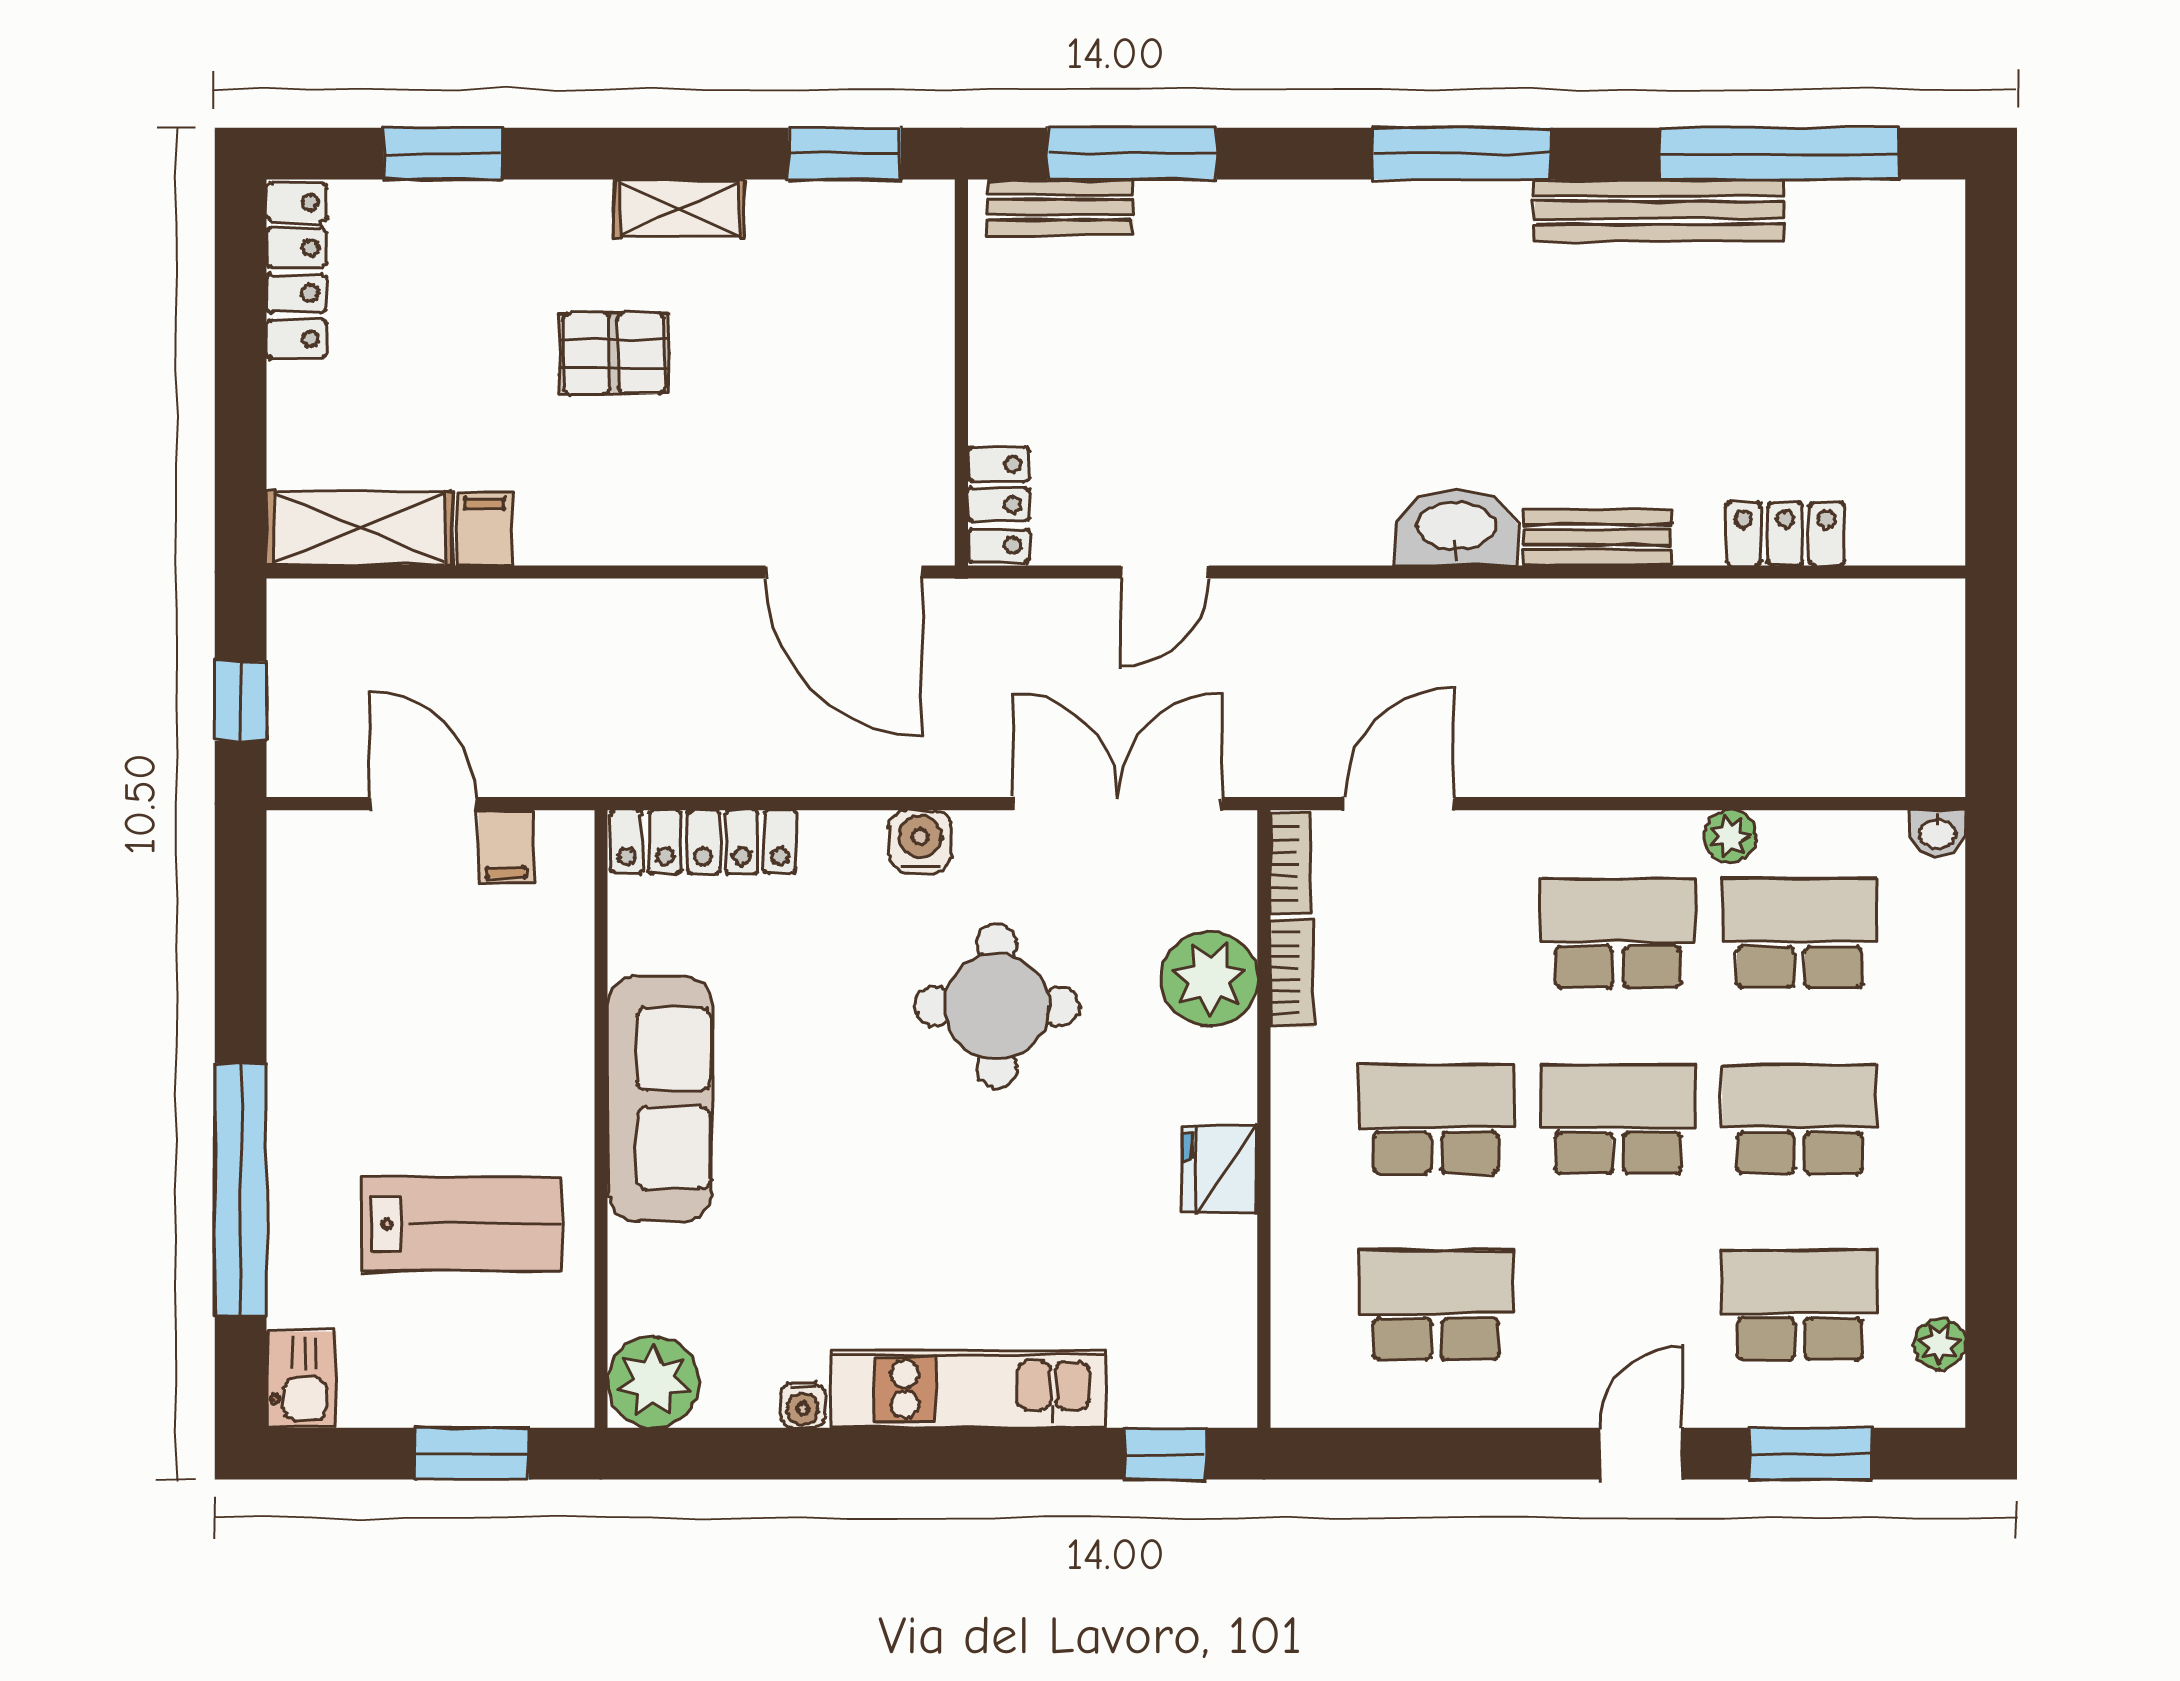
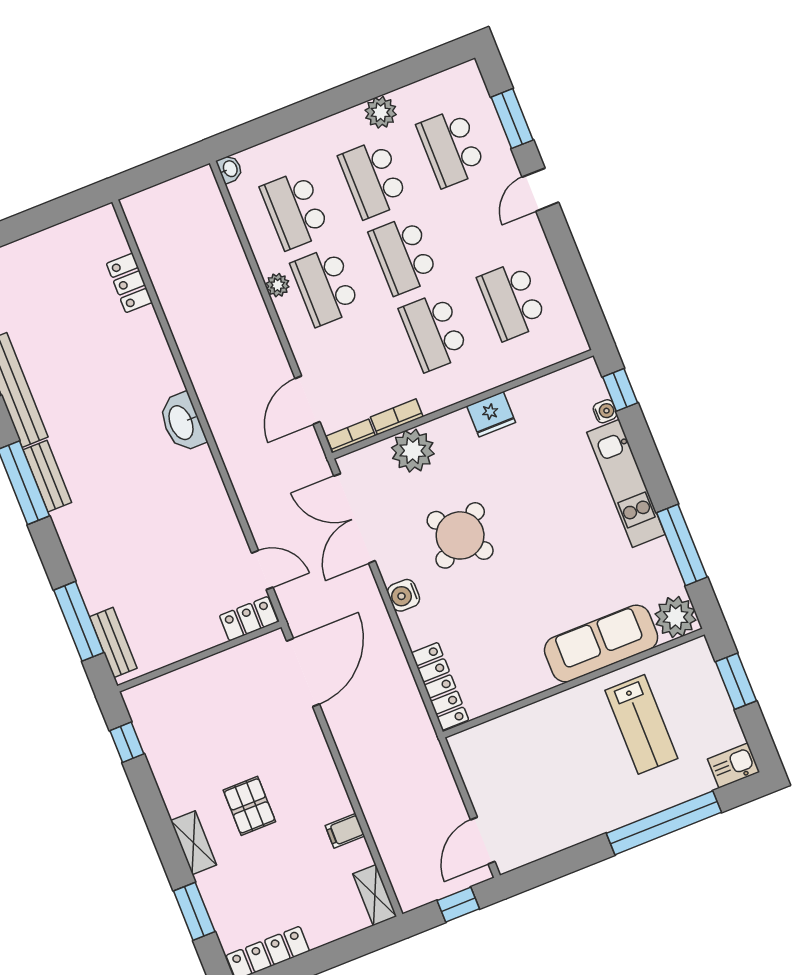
window: (844, 154) -> (127, 742), width x0.67
shelving: (680, 209) -> (194, 843), moved
shelving: (359, 528) -> (375, 895), width x0.67, depth x0.75
bench: (1597, 537) -> (47, 476), moved
door: (1165, 572) -> (262, 570), moved
door: (423, 804) -> (483, 841), moved
door: (1399, 804) -> (307, 400), hinge flipped
plant: (1730, 836) -> (278, 285), moved
filing cabinet: (506, 847) -> (475, 769), removed
round table: (997, 1006) -> (460, 535), turned -36
sofa: (660, 1098) -> (601, 644), moved
lab bench: (461, 1224) -> (641, 724), turned 180
plant: (1940, 1344) -> (381, 112), moved, width x1.38, depth x1.38
water cooler: (803, 1405) -> (605, 411), moved
window: (796, 1454) -> (682, 545), added
door: (1641, 1454) -> (540, 190), hinge flipped

